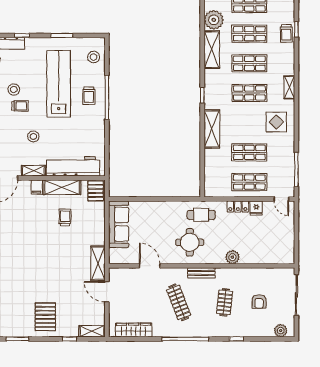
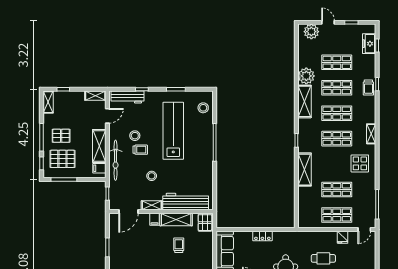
trolley: (89, 96) -> (199, 141), removed
door: (281, 199) -> (364, 229), hinge flipped
locker: (238, 206) -> (262, 236), moved
cafe table: (201, 215) -> (323, 258), moved

